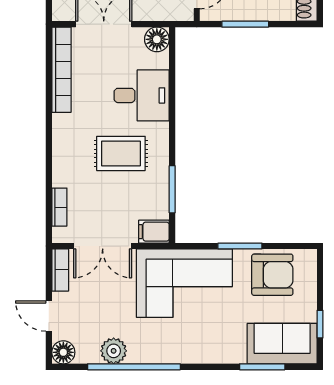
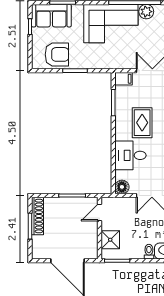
rug: (121, 153) -> (142, 123), turned 90
armchair: (272, 275) -> (57, 54), turned 180
corner sofa: (184, 283) -> (111, 24), moved, turned 180

